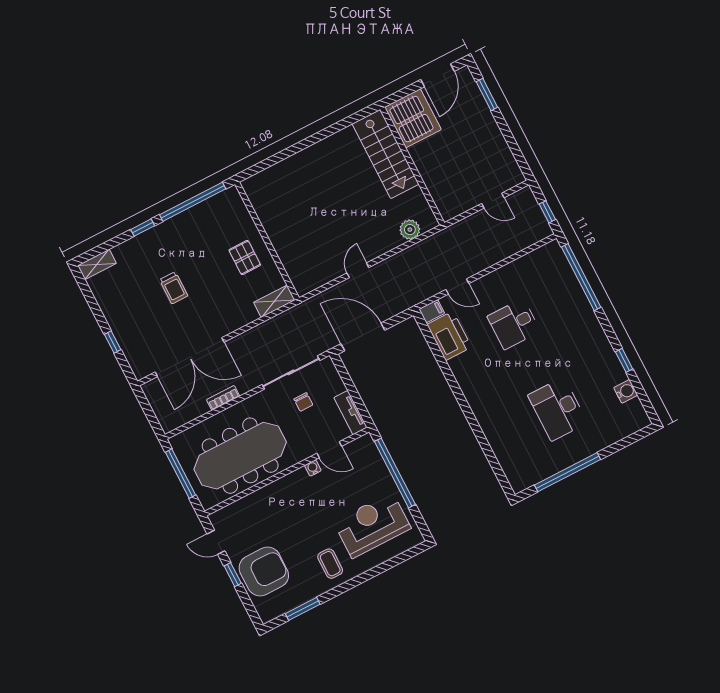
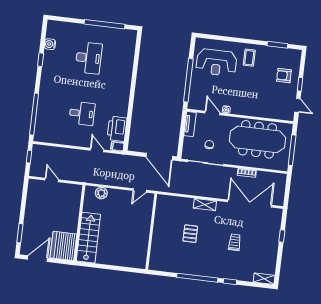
wall: (267, 241) -> (151, 232), moved
shelving: (274, 301) -> (205, 205), moved
armchair: (264, 572) -> (284, 76), width x0.53, depth x0.53

